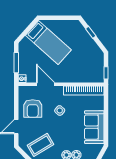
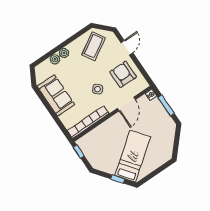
bed: (48, 43) -> (133, 156), moved, turned 101
door: (46, 84) -> (126, 104), hinge flipped

